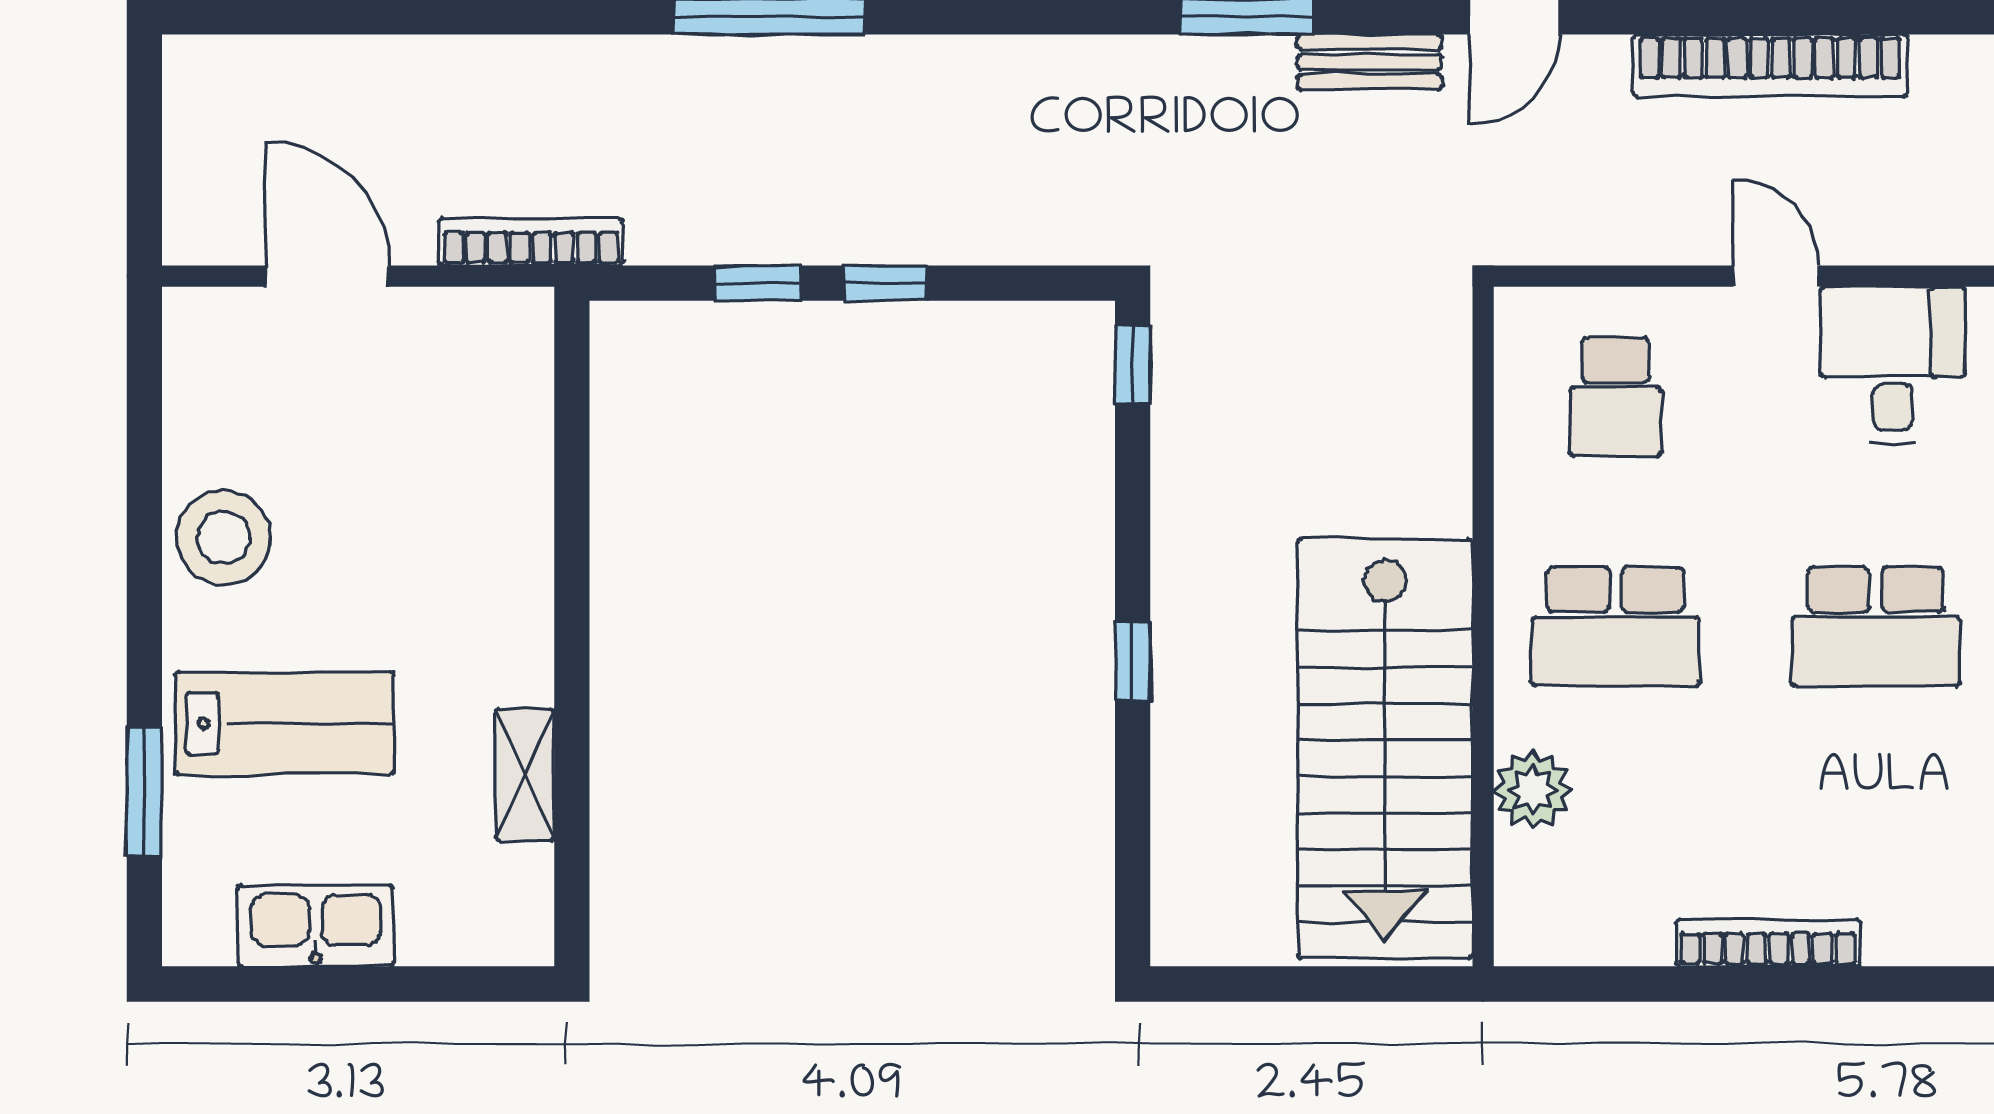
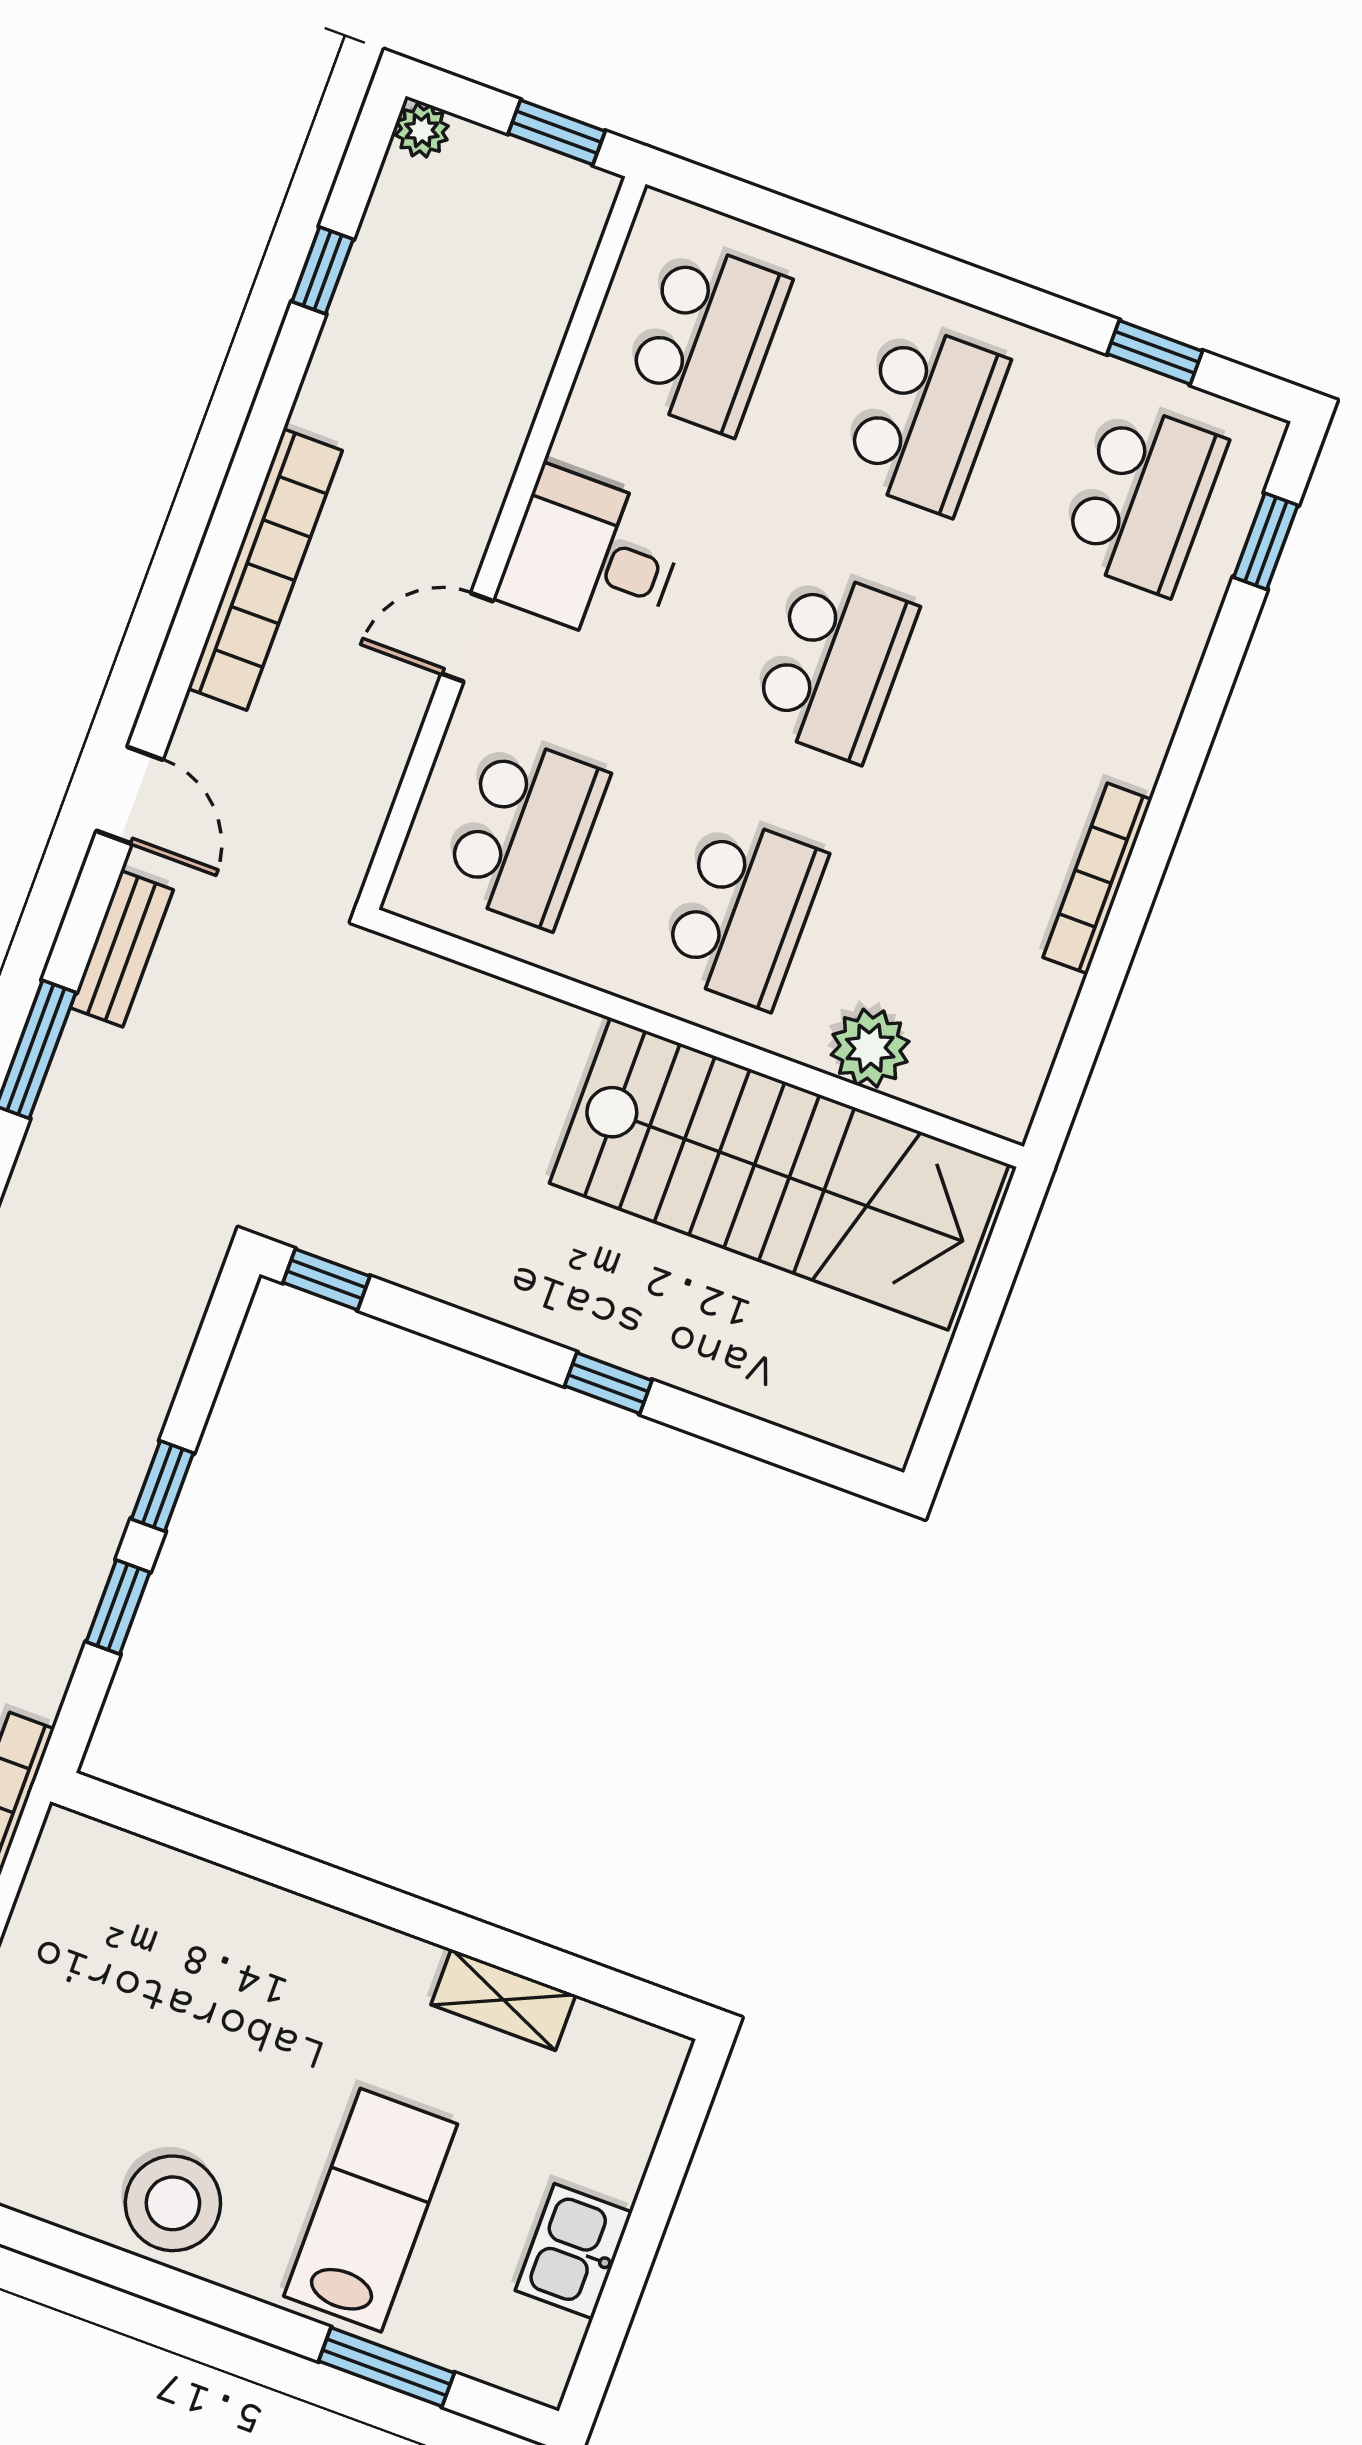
school desk: (1616, 397) -> (526, 832), width x1.85
kitchen sink: (316, 926) -> (574, 2251), width x0.73

